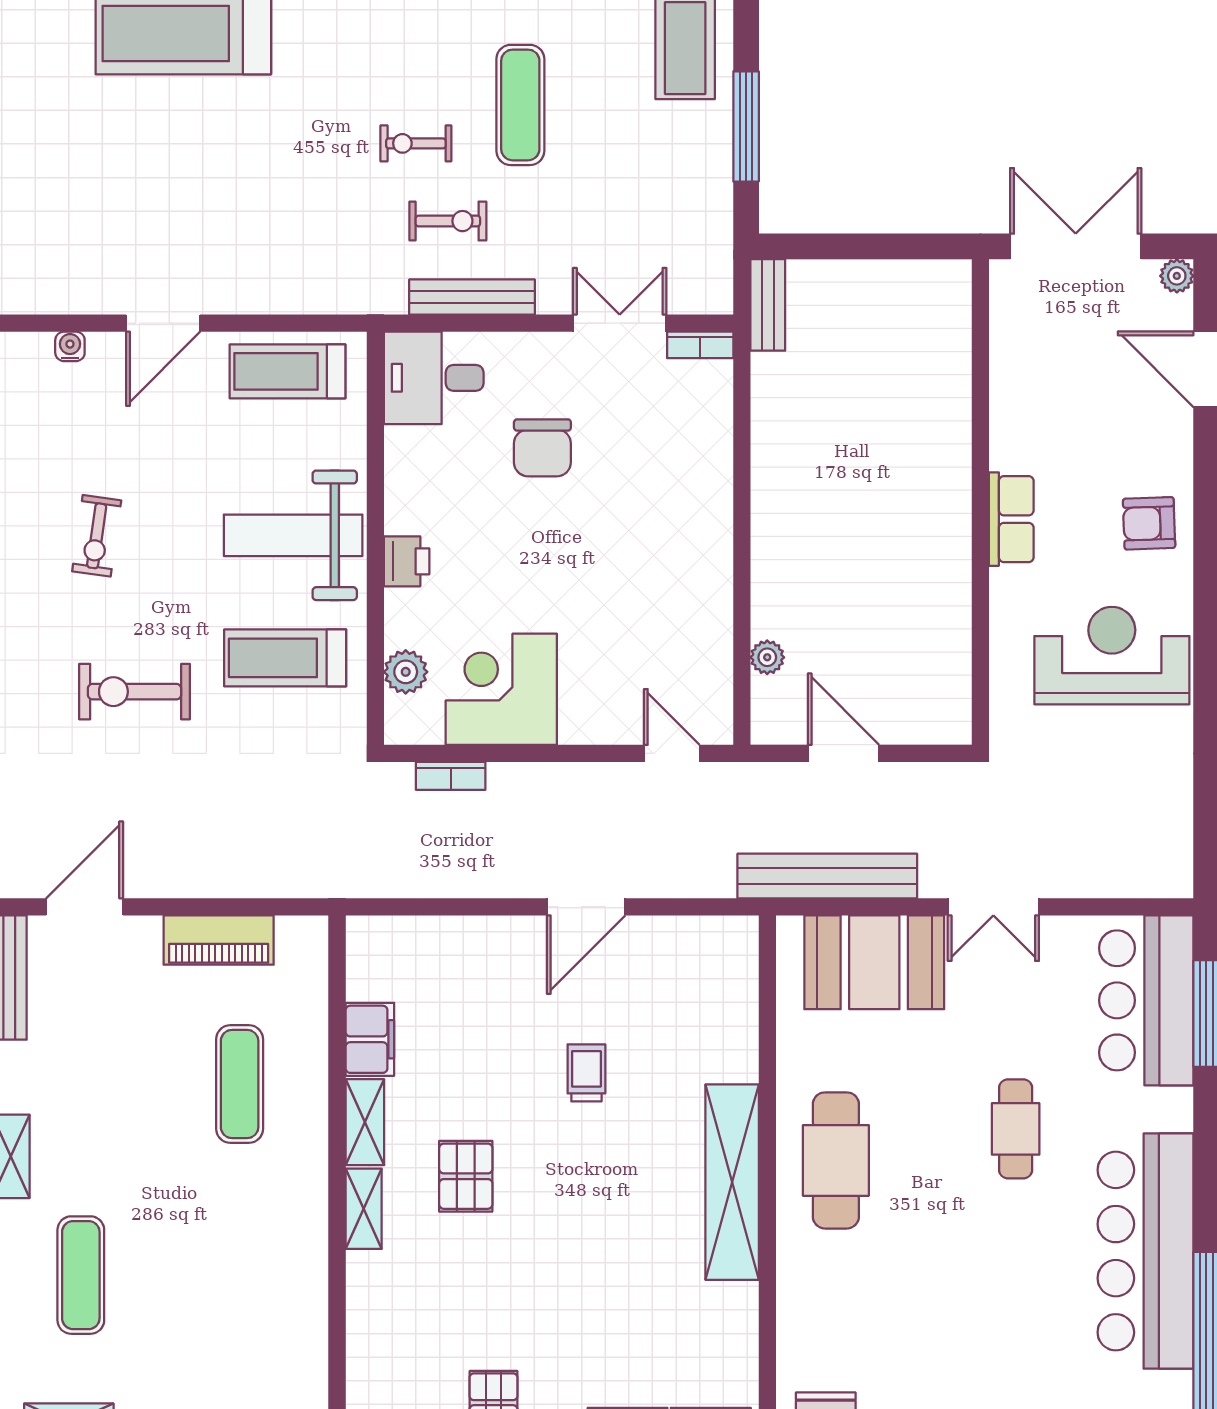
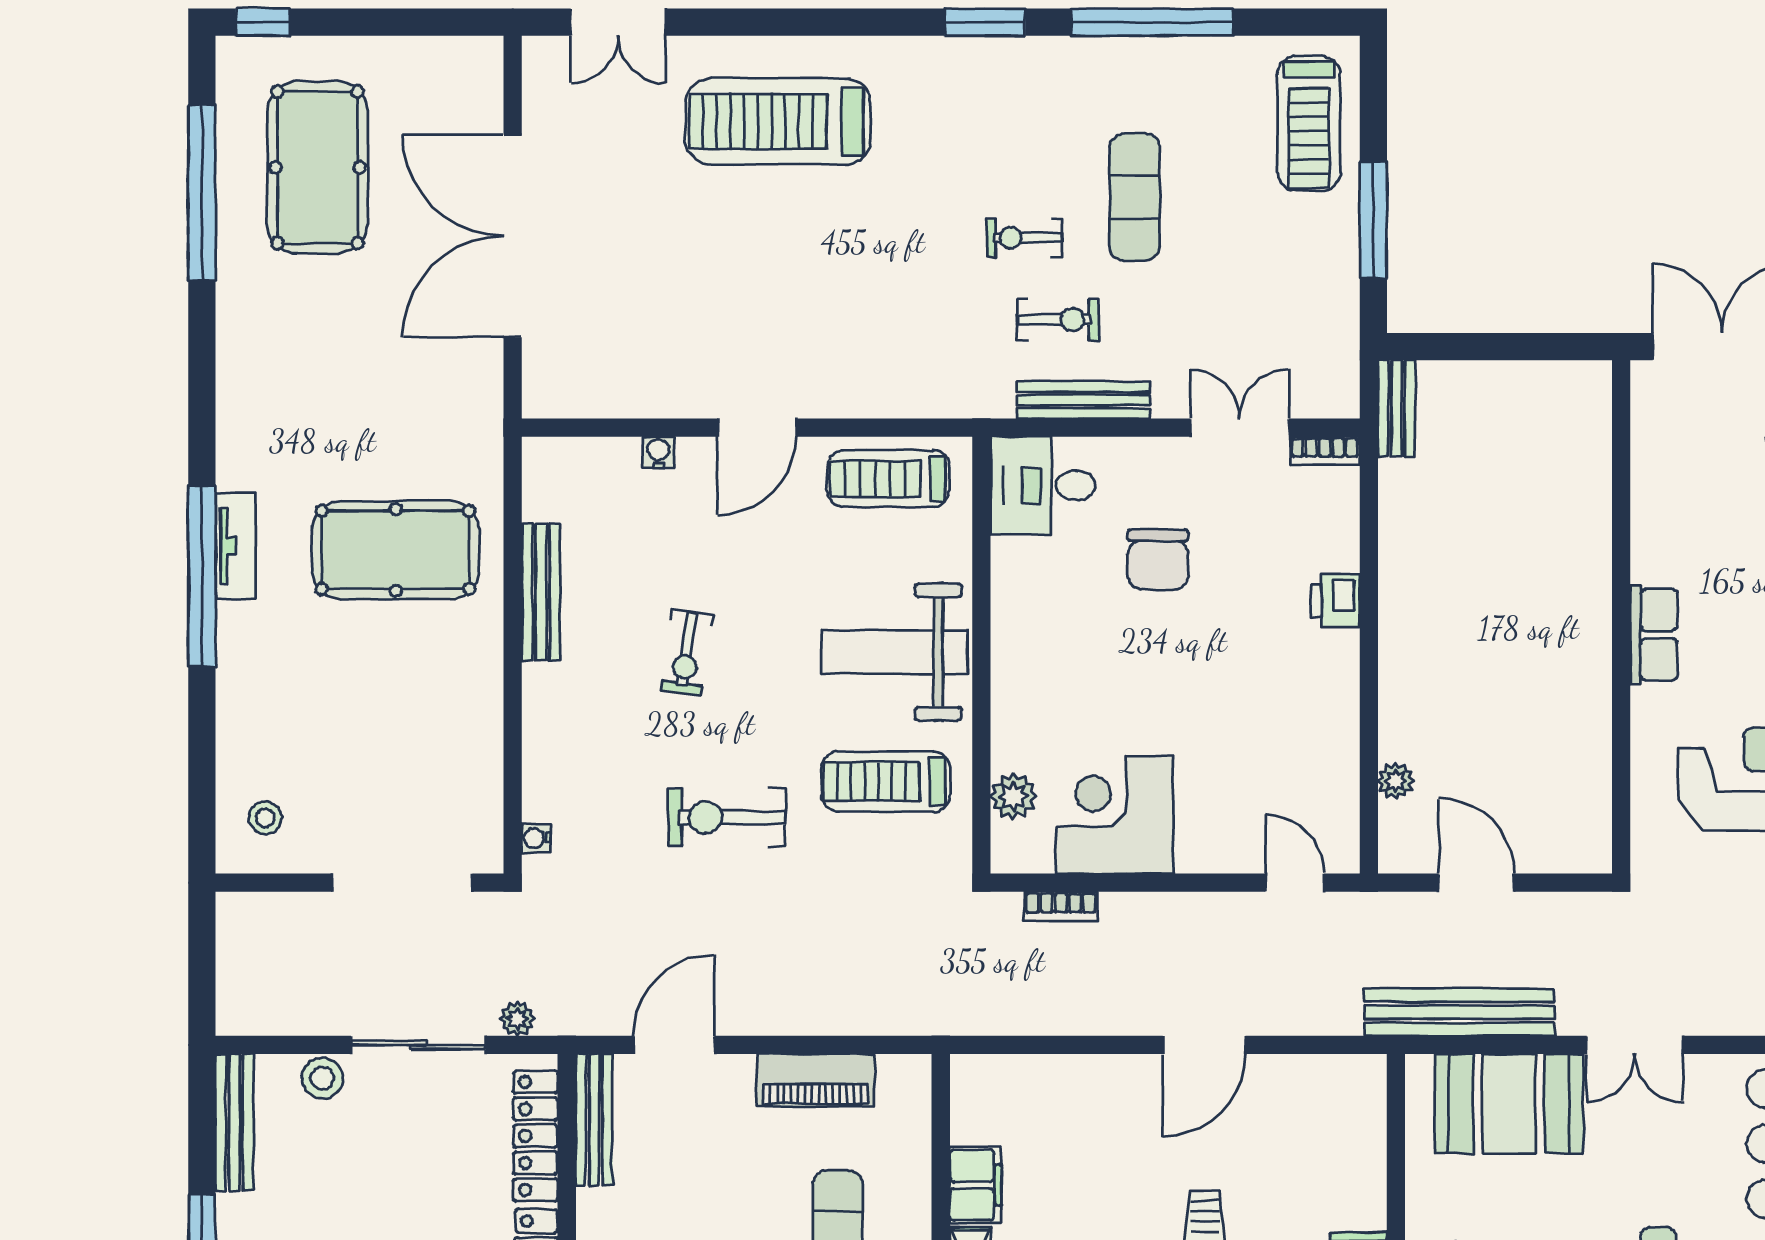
printer: (407, 561) -> (1336, 600), moved, turned 180

